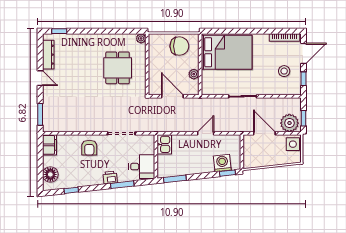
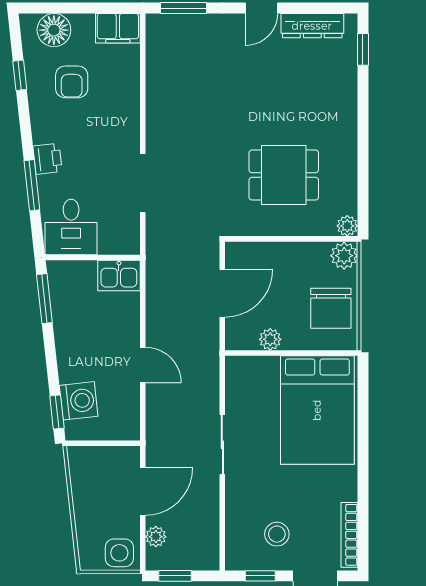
plant: (155, 40) -> (344, 256), added
plant: (289, 123) -> (156, 537), width x0.53, depth x0.53
armchair: (89, 148) -> (72, 82), moved, turned -90

